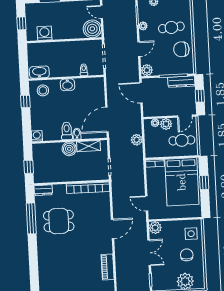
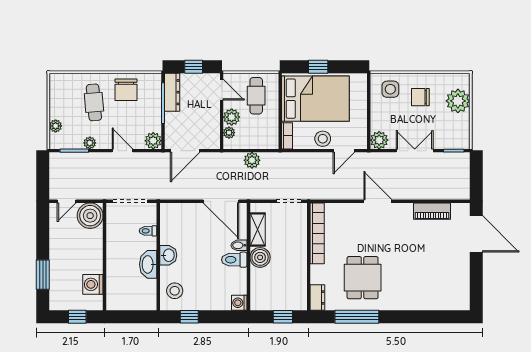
washbasin: (39, 72) -> (148, 264), moved
stool: (154, 188) -> (323, 139), added

